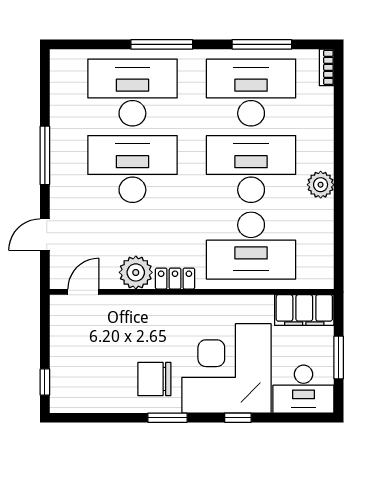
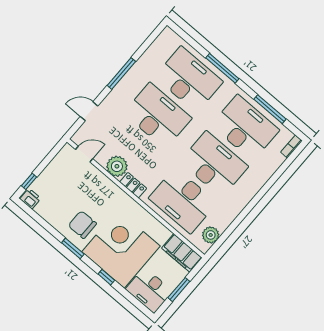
plant: (321, 185) -> (211, 235), moved
printer: (65, 401) -> (30, 199), added

